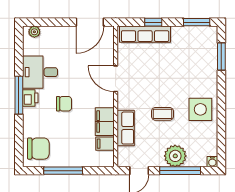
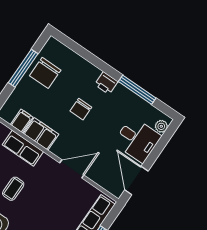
desk: (40, 72) -> (137, 140), moved, turned 90
window: (19, 95) -> (137, 90), moved
chair: (38, 149) -> (45, 73), moved

